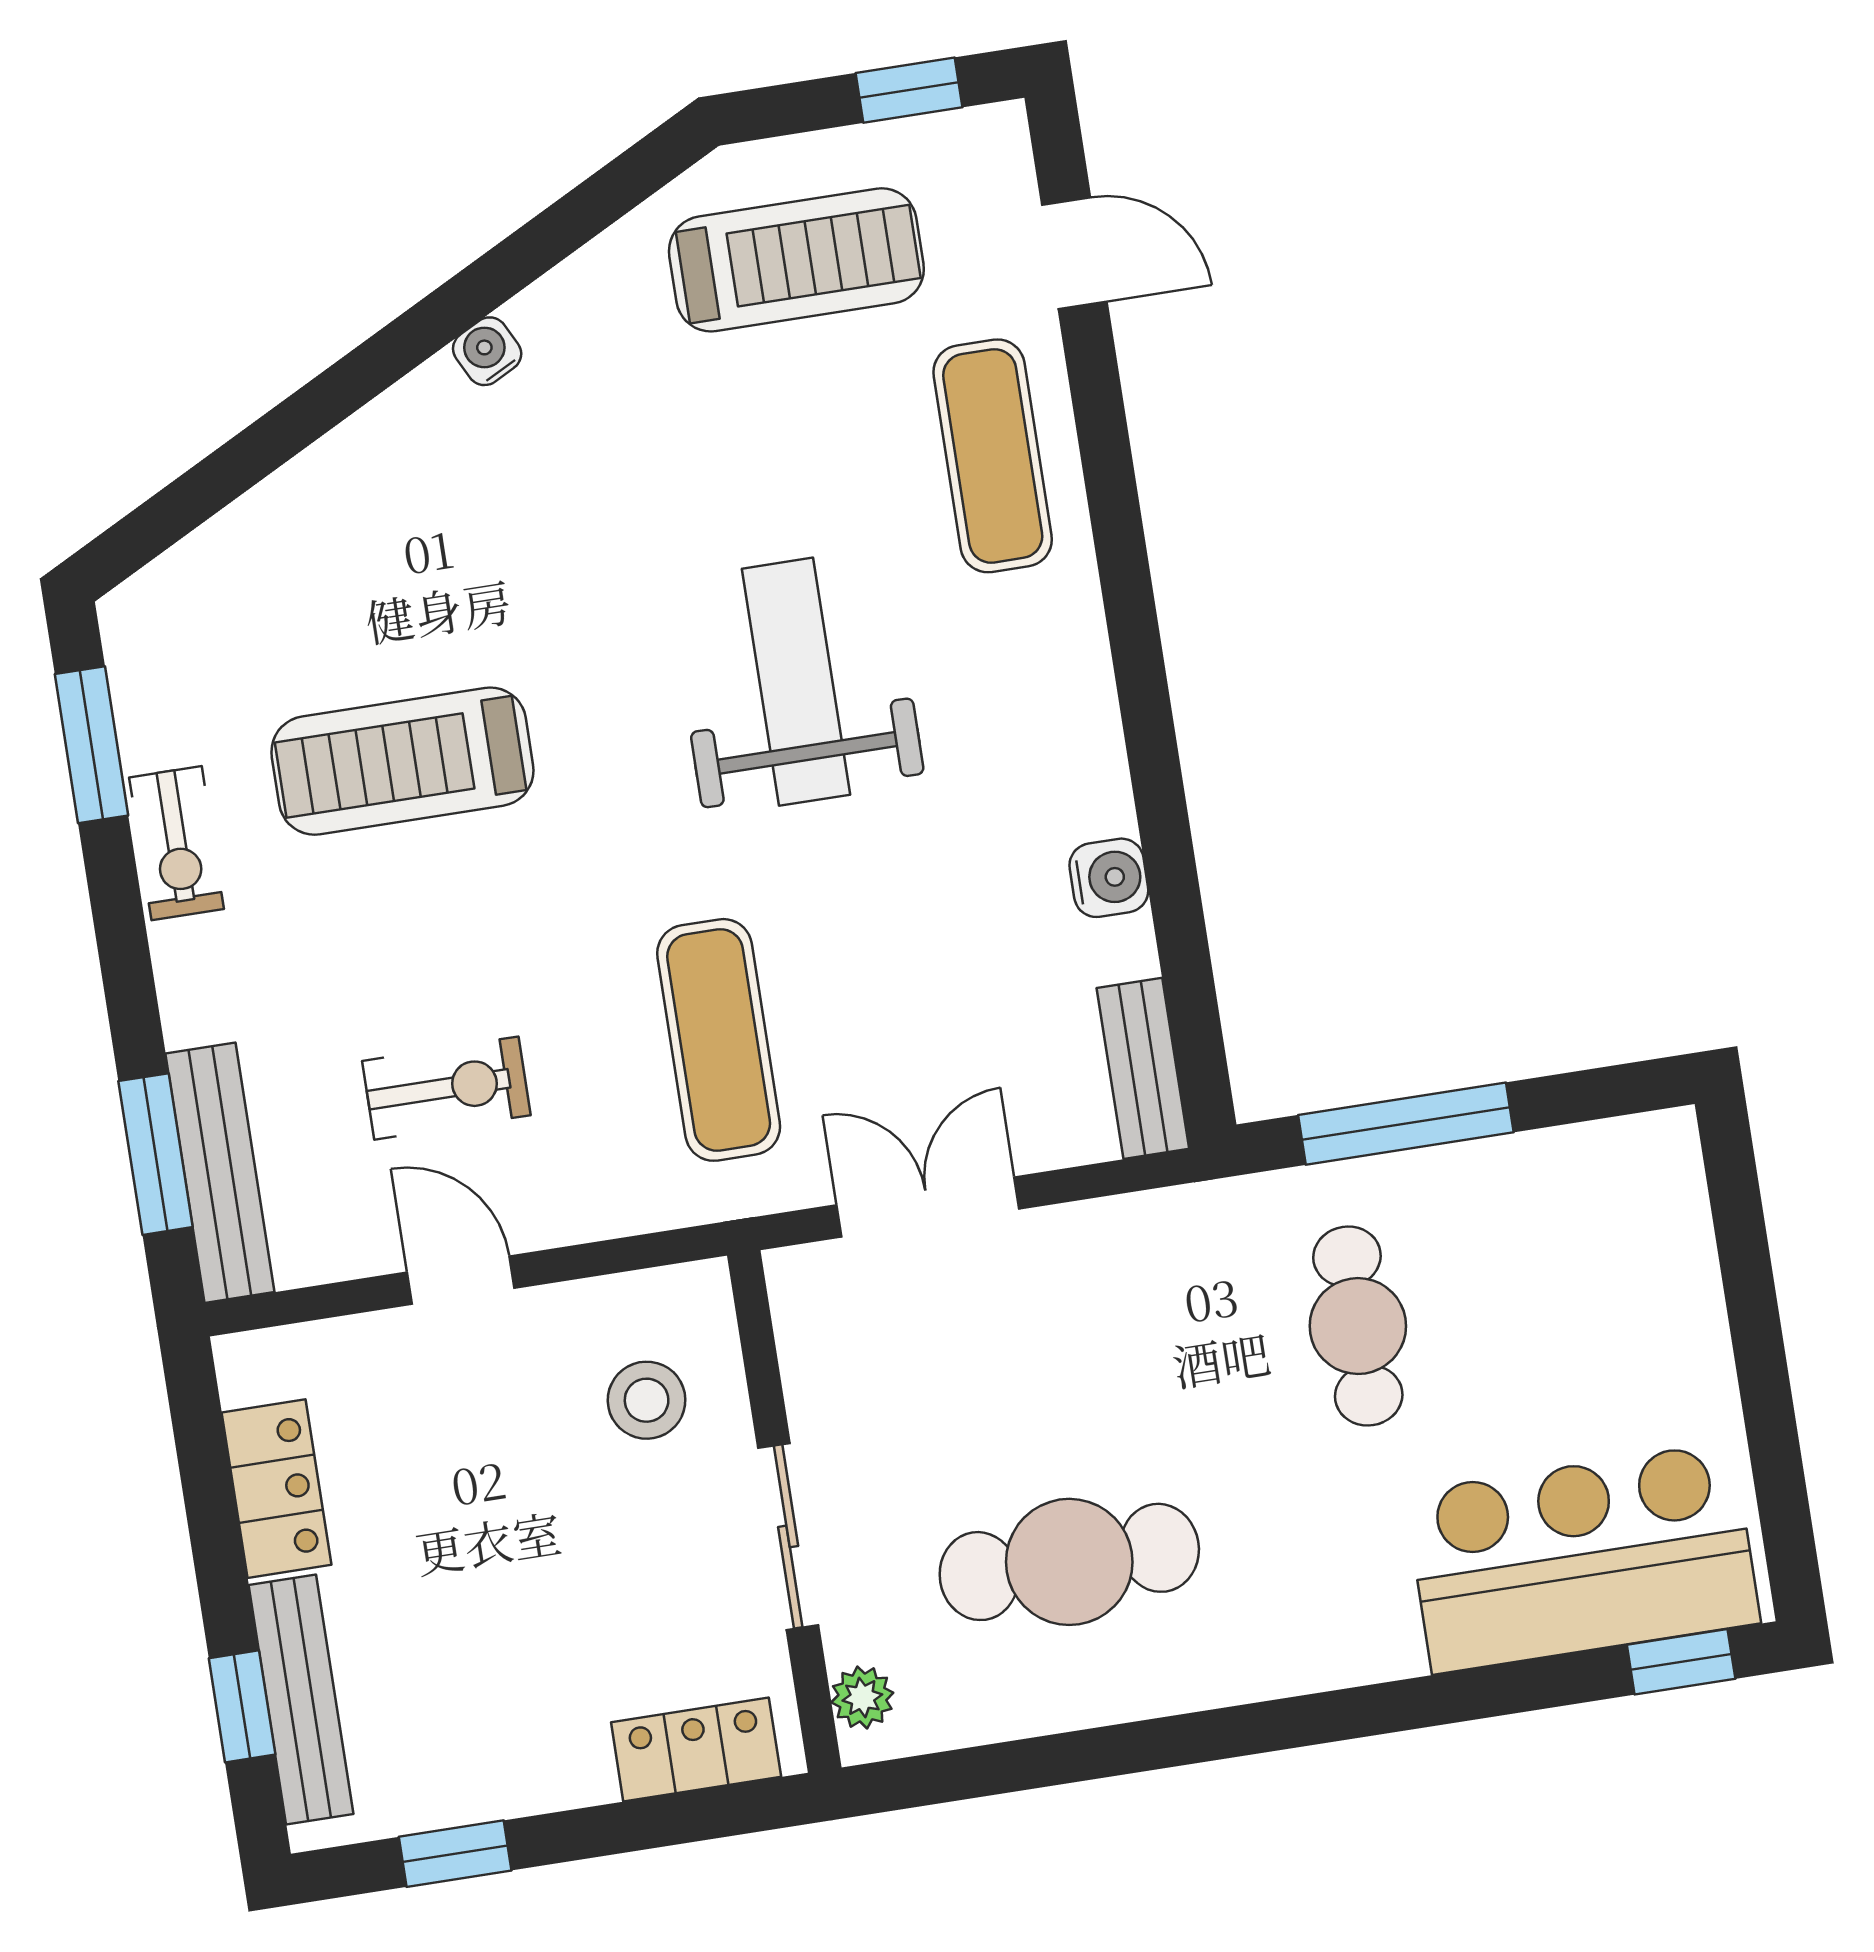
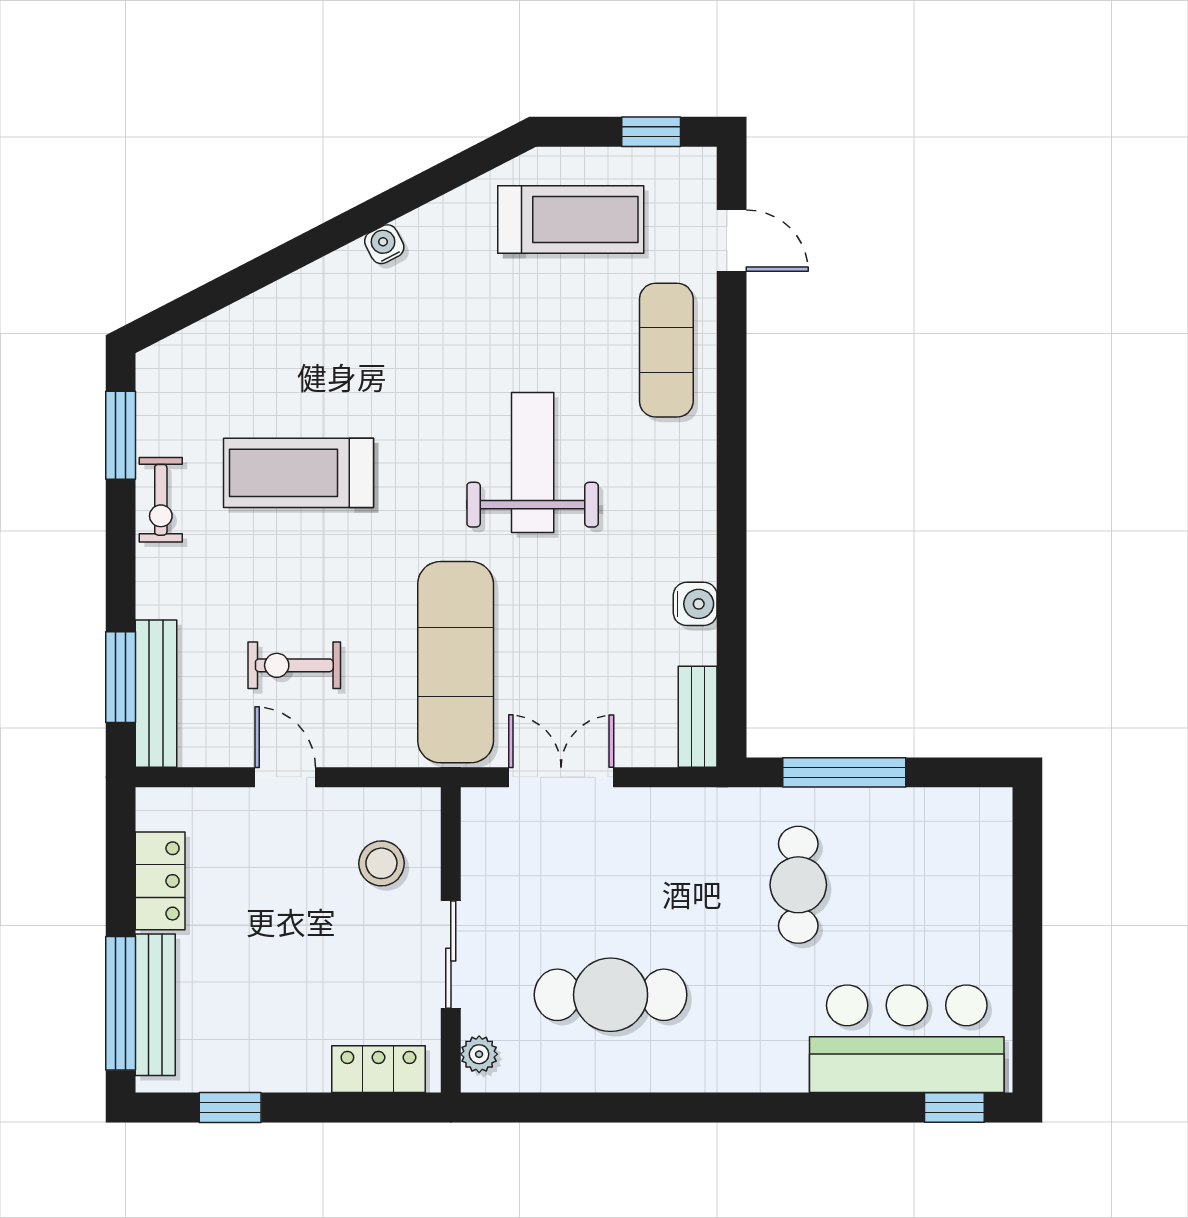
exercise mat: (719, 1040) -> (456, 662), width x1.36, depth x1.45
exercise bike: (446, 1088) -> (294, 665), turned 180
window: (242, 1706) -> (121, 1003), width x2.17

